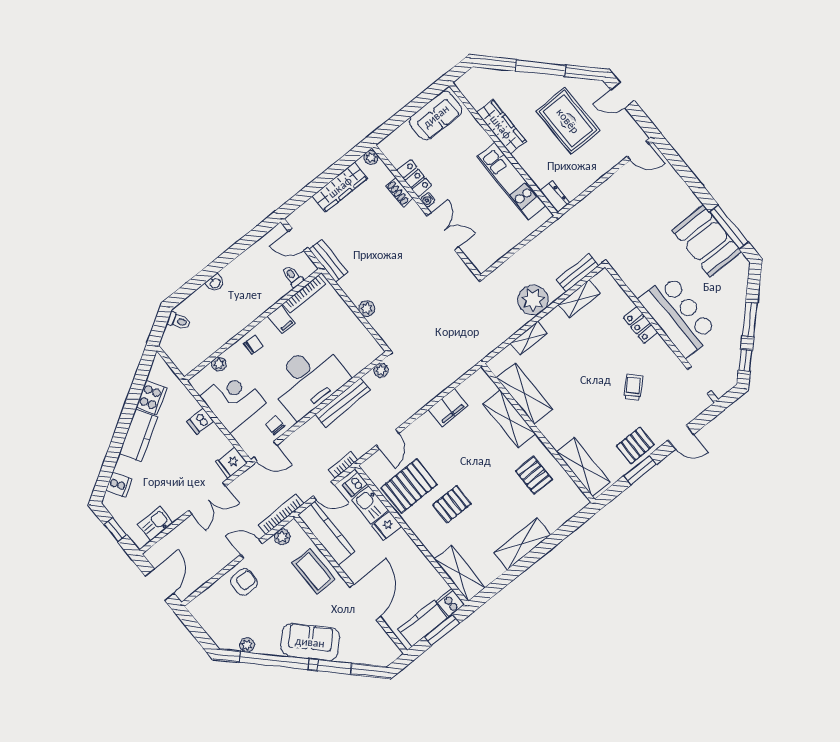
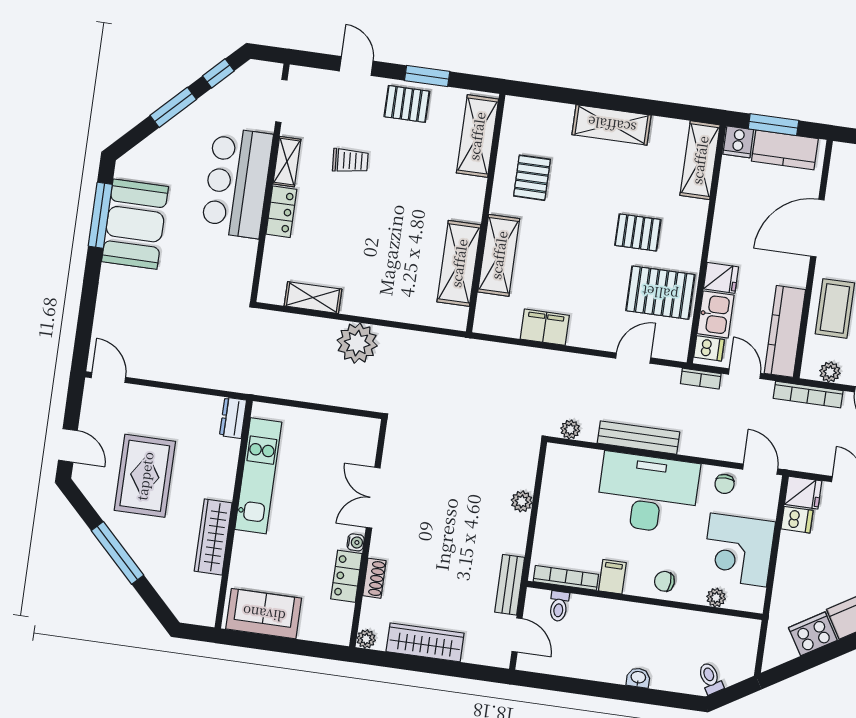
bench: (578, 273) -> (288, 324), removed
shelving: (529, 338) -> (287, 162), moved, turned 90
trolley: (633, 387) -> (350, 161), turned -138
dishwasher: (200, 421) -> (797, 520), moved

